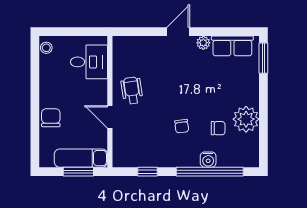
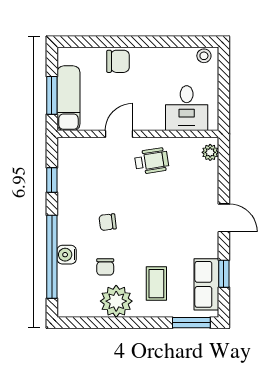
window: (224, 32) -> (224, 274), added
plant: (203, 43) -> (210, 152), moved
coffee table: (232, 86) -> (156, 284), added

